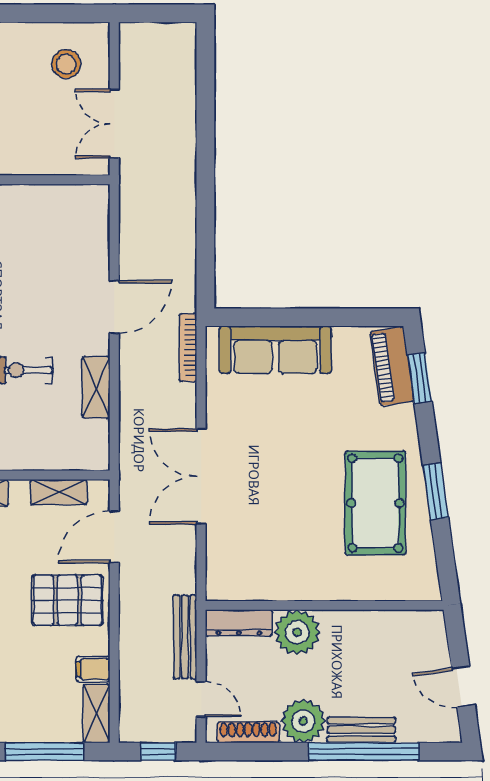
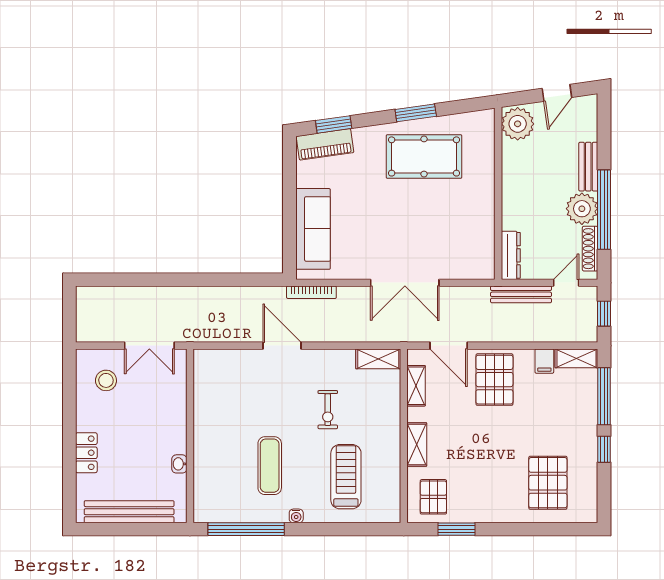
shelving: (96, 387) -> (378, 359), moved
plant: (297, 632) -> (518, 124), moved
window: (364, 752) -> (604, 210), moved

